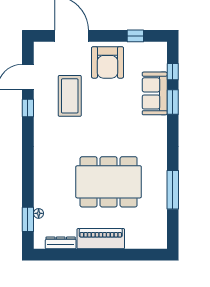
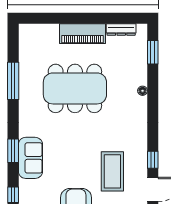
sofa: (155, 93) -> (30, 158), moved
window: (173, 102) -> (13, 151), moved
floor lamp: (39, 213) -> (143, 91), moved

